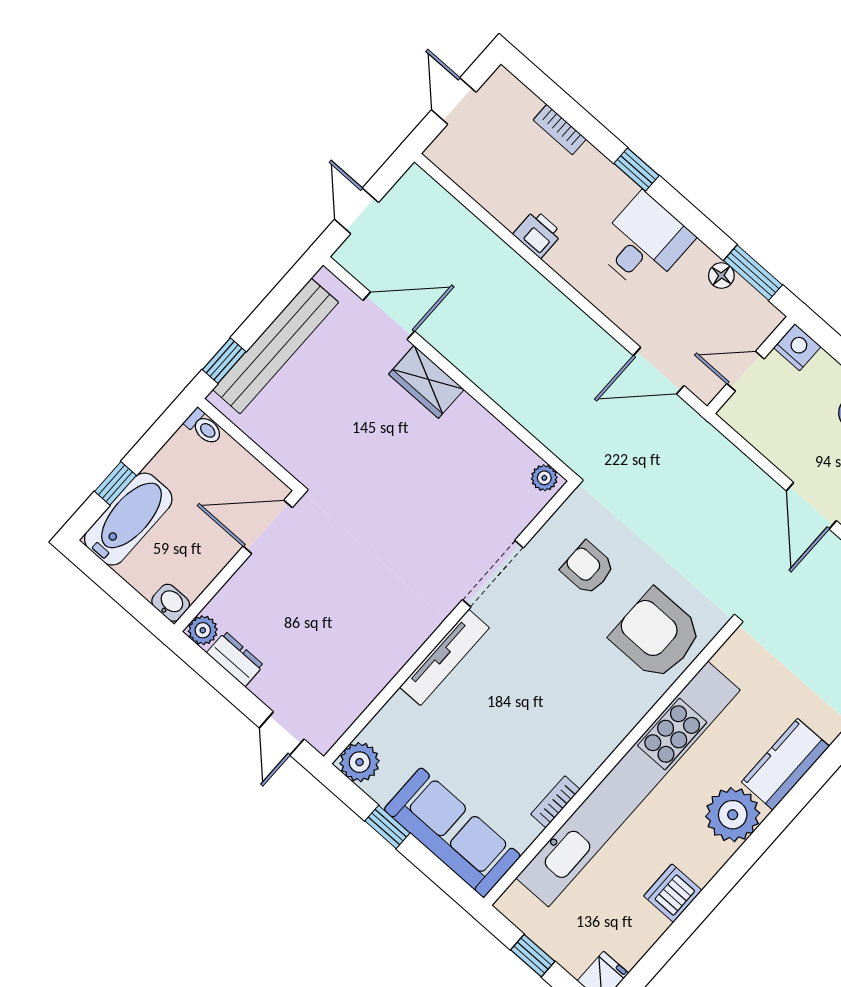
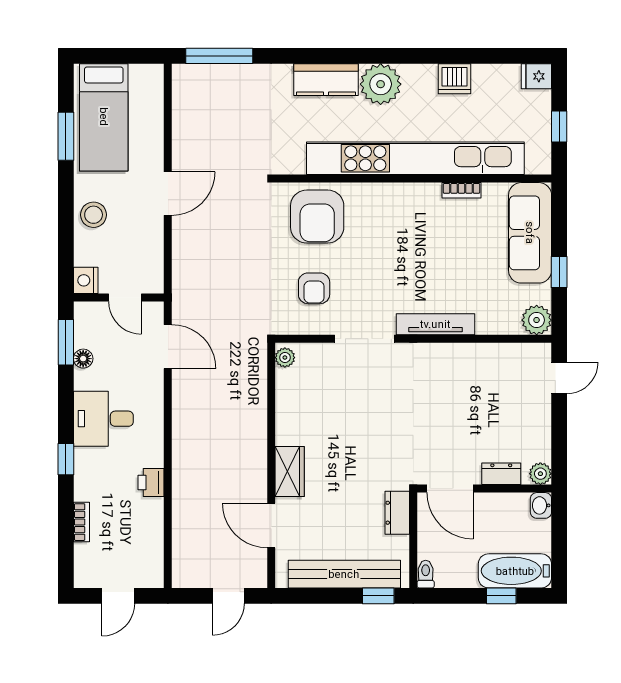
dresser: (290, 453) -> (397, 513), added
dresser: (235, 659) -> (501, 474), moved, turned 90

